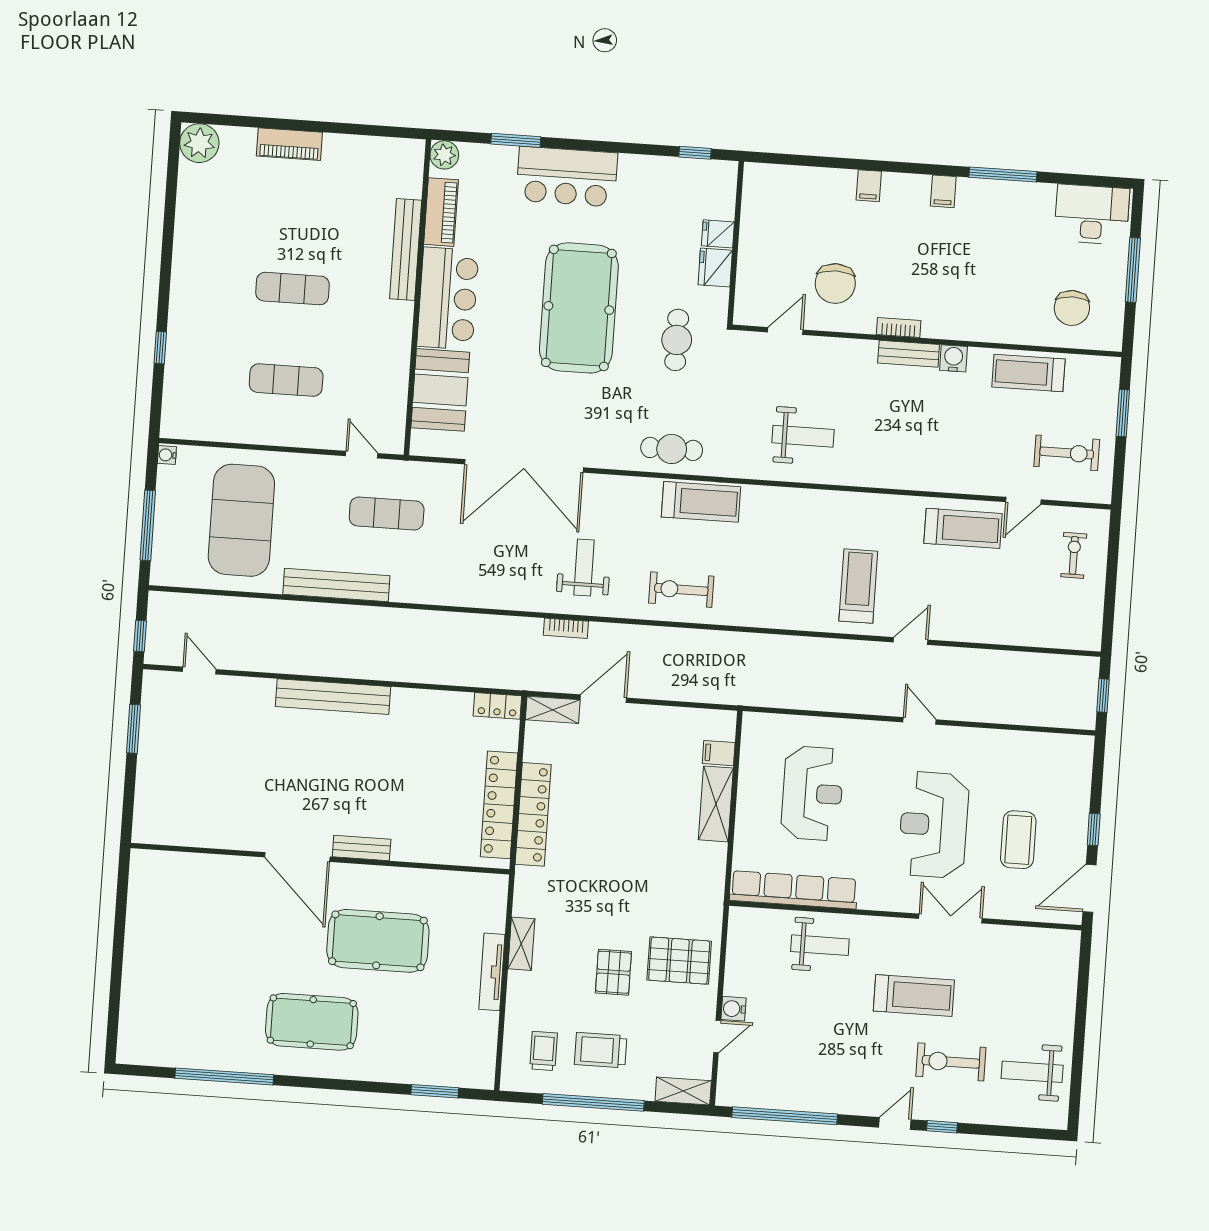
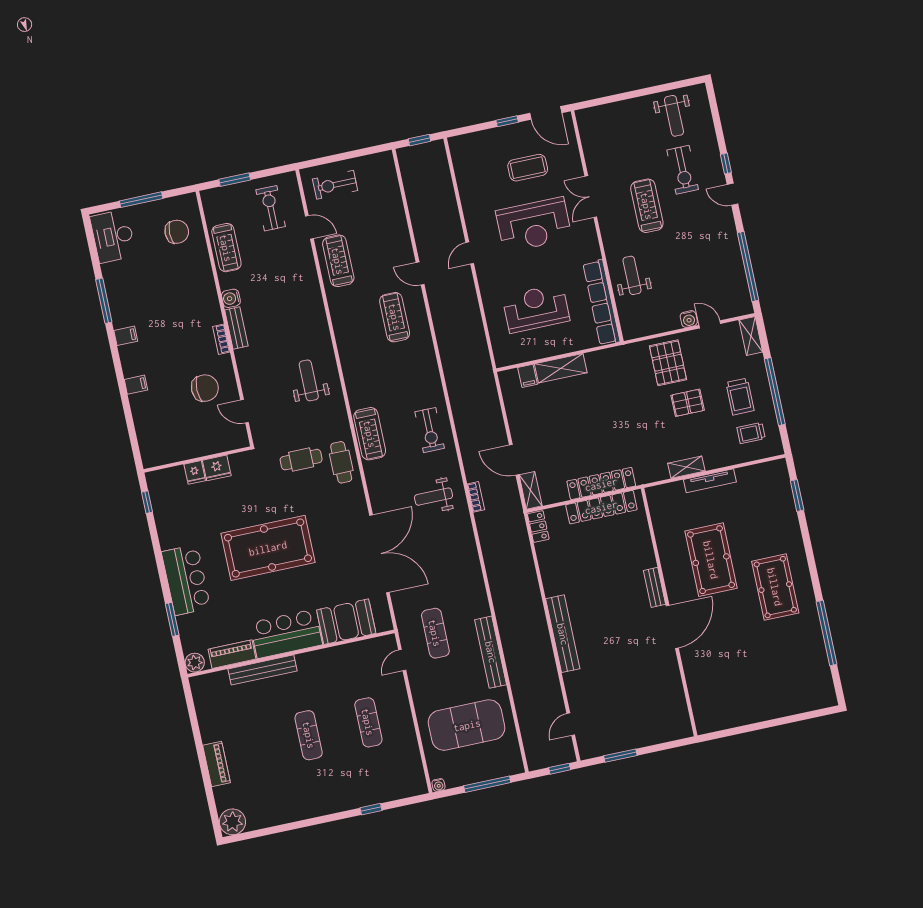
cafe table: (677, 340) -> (301, 460), moved
treadmill: (701, 502) -> (370, 434), turned 180
exercise bike: (1074, 555) -> (335, 185), width x1.38, depth x1.39
treadmill: (858, 586) -> (395, 317), turned 90

